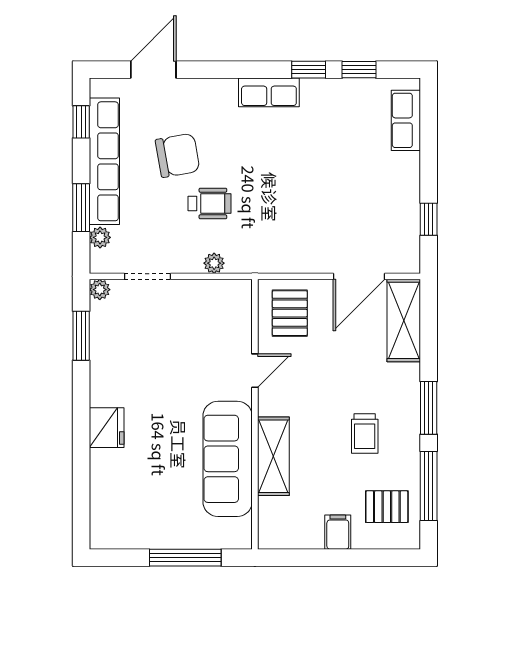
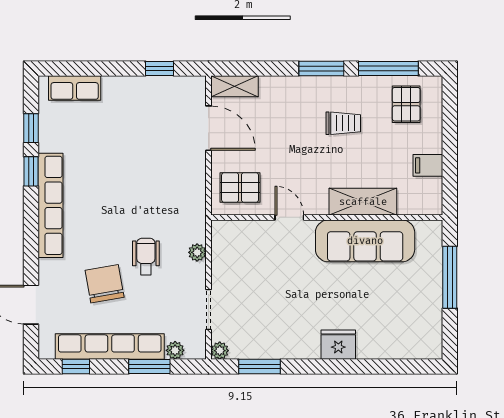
row of seats: (269, 92) -> (51, 205), width x2.02
shelving: (404, 320) -> (234, 86), width x0.67, depth x0.75
filing cabinet: (338, 532) -> (428, 165), moved

